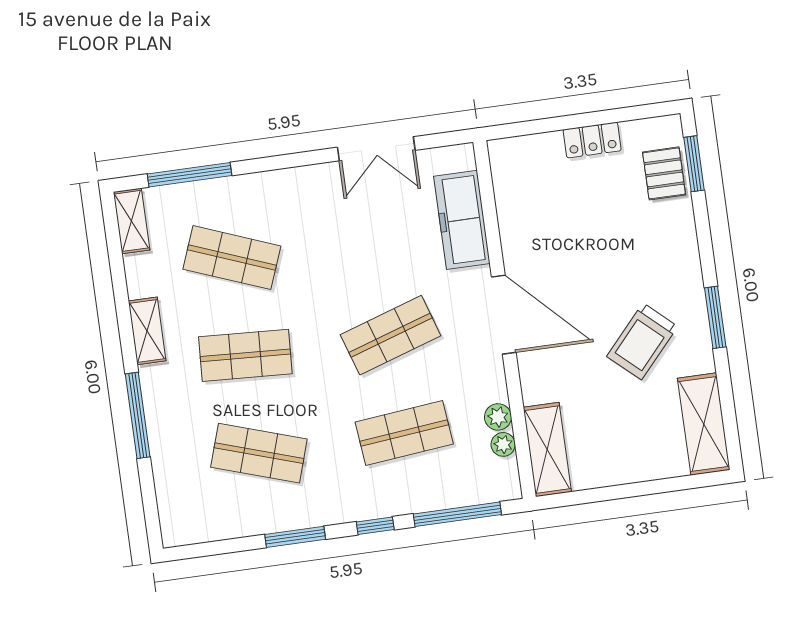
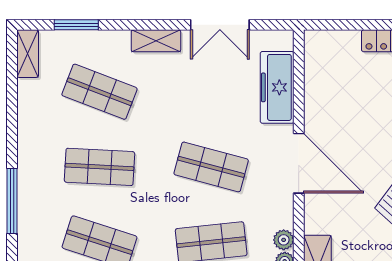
window: (189, 175) -> (76, 25), width x0.69
shelving: (147, 331) -> (156, 41), moved, turned 90
shop shelf: (391, 335) -> (211, 167), turned 33

